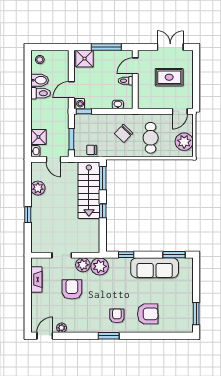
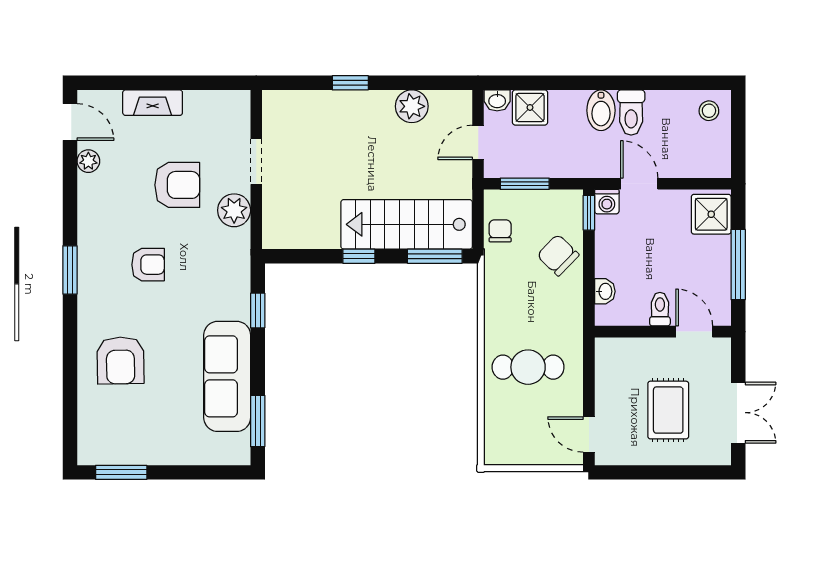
bidet: (40, 80) -> (601, 110), moved
chair: (124, 133) -> (558, 255), moved
plant: (184, 142) -> (519, 445), removed
plant: (100, 266) -> (230, 249), removed
fireplace: (36, 279) -> (153, 103), moved
armchair: (117, 316) -> (148, 265), moved

